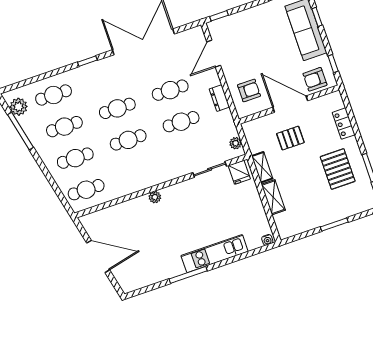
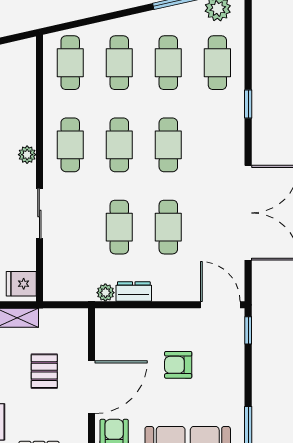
door: (214, 54) -> (220, 305), moved
window: (87, 61) -> (248, 104), moved
armchair: (249, 90) -> (178, 365), moved, turned 90
plant: (236, 143) -> (105, 293), moved
sliding door: (210, 169) -> (39, 214), moved
cafe table: (139, 171) -> (70, 145), added

